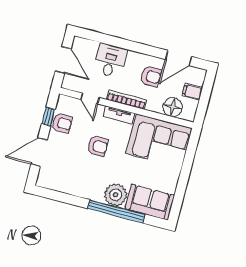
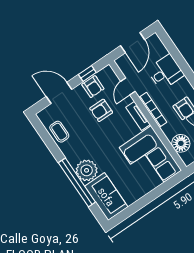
armchair: (98, 146) -> (101, 110), moved, turned 90
coffee table: (67, 183) -> (59, 132), added

